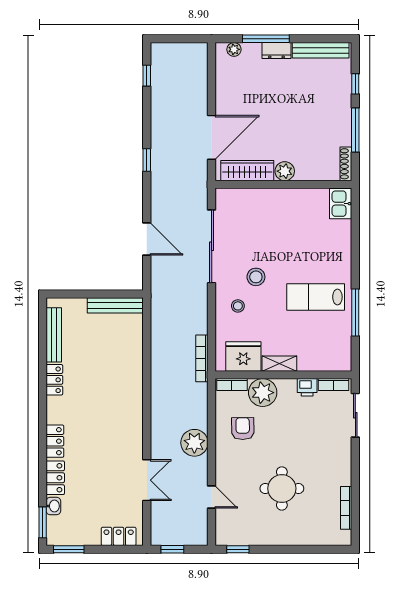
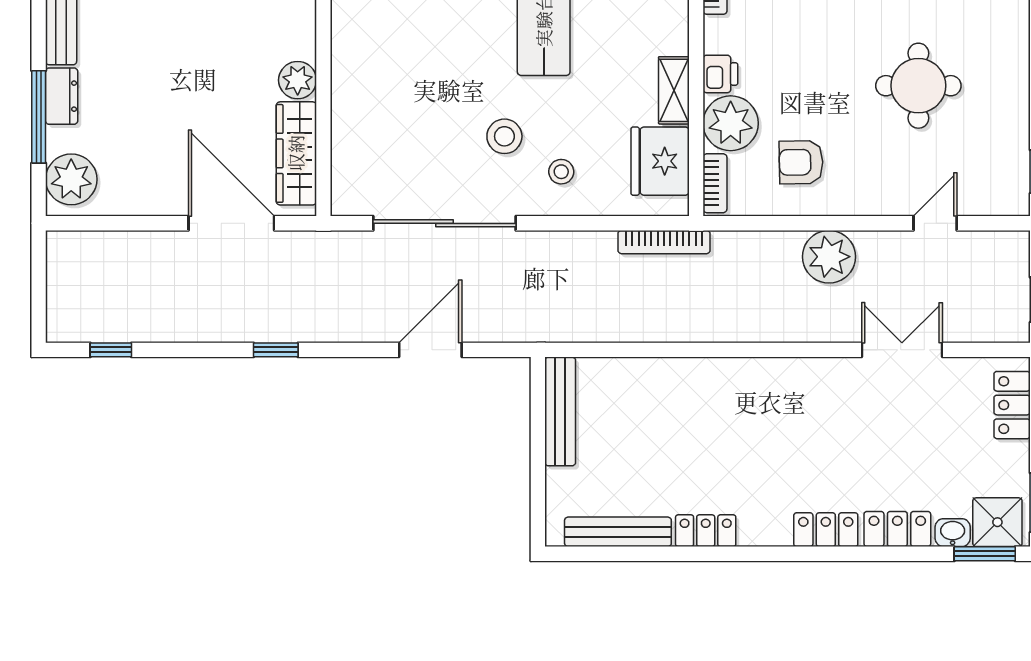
plant: (234, 49) -> (71, 179), width x1.87, depth x1.87
printer: (307, 387) -> (720, 74), moved
shower: (59, 529) -> (997, 522), added

